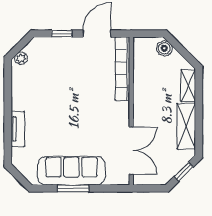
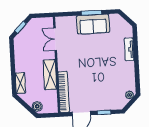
shelving: (186, 126) -> (50, 75), moved
double door: (131, 151) -> (55, 39), width x0.73
sofa: (71, 171) -> (93, 24), width x0.73

